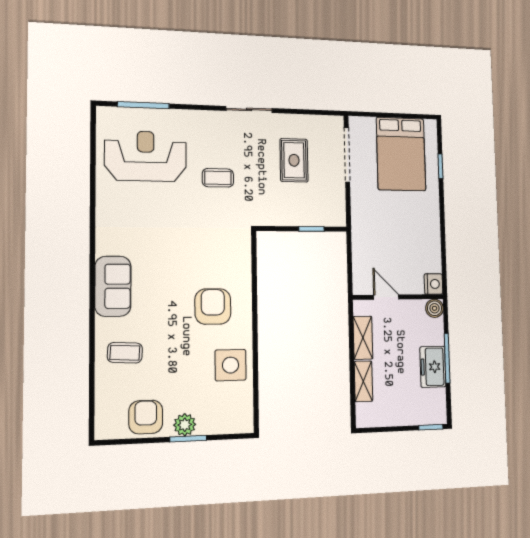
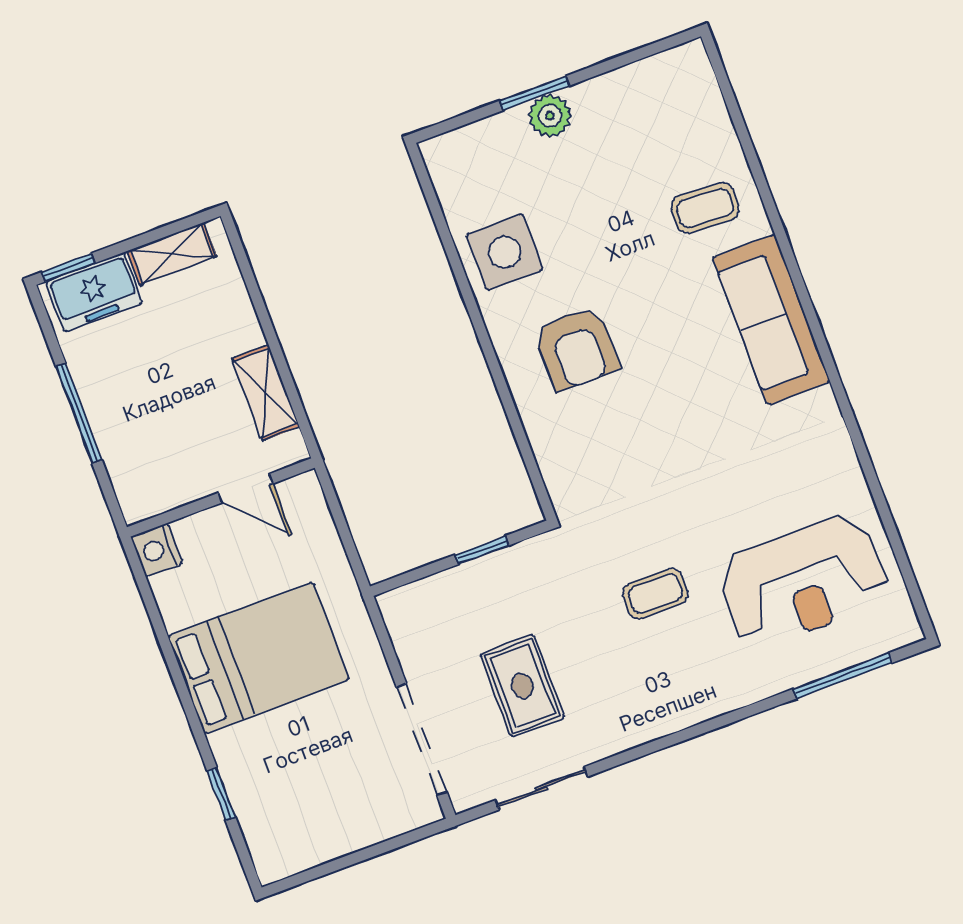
sliding door: (249, 109) -> (541, 788), moved
bed: (401, 154) -> (259, 658), moved, turned 90
window: (311, 229) -> (482, 550), moved
sofa: (113, 286) -> (771, 320), width x1.36
boiler: (435, 308) -> (138, 502), removed
freezer: (433, 367) -> (94, 292), moved, turned 90
shelving: (363, 381) -> (172, 254), moved, turned 90
armchair: (146, 417) -> (625, 106), removed

